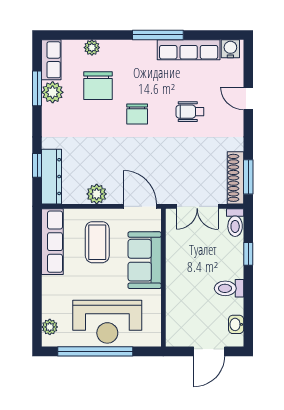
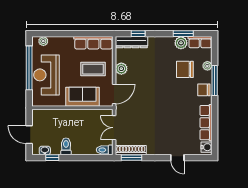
window: (158, 35) -> (215, 80), moved
door: (248, 98) -> (177, 158), swing flipped
wheelchair: (190, 112) -> (170, 123), removed
chair: (137, 114) -> (204, 90), moved
window: (248, 254) -> (52, 158), moved

